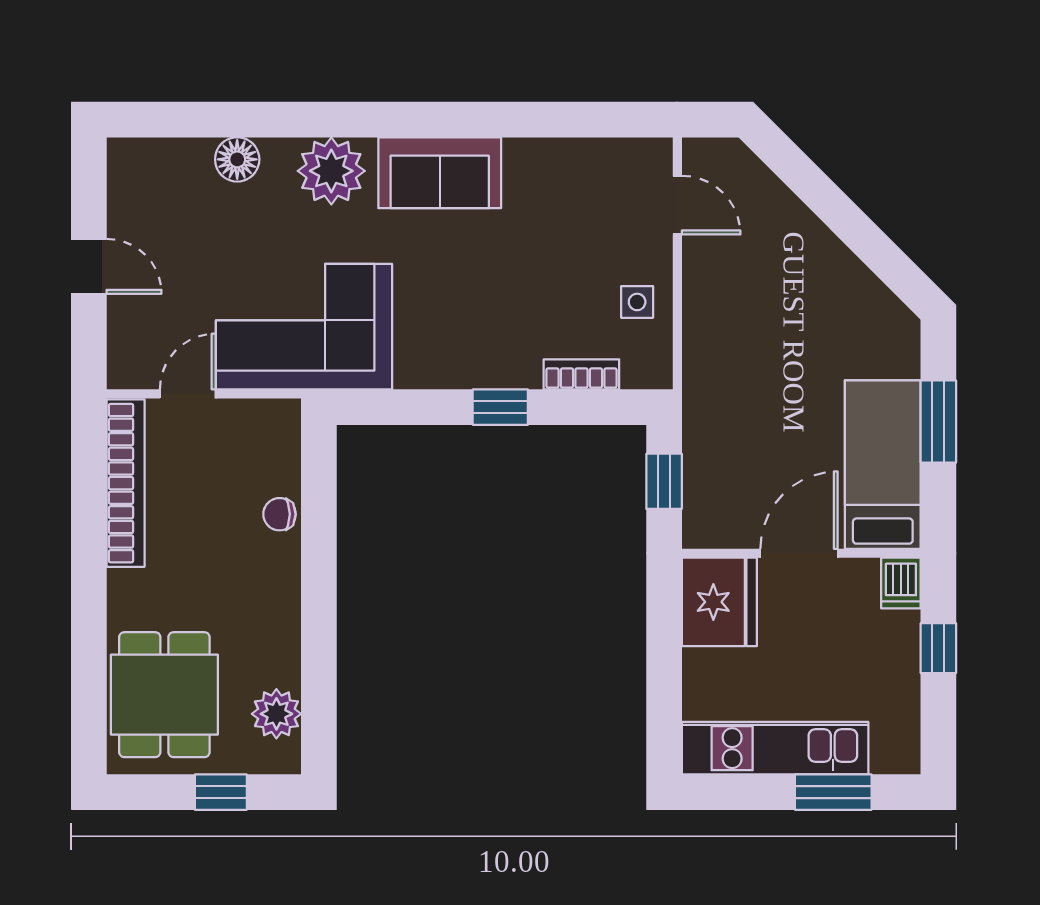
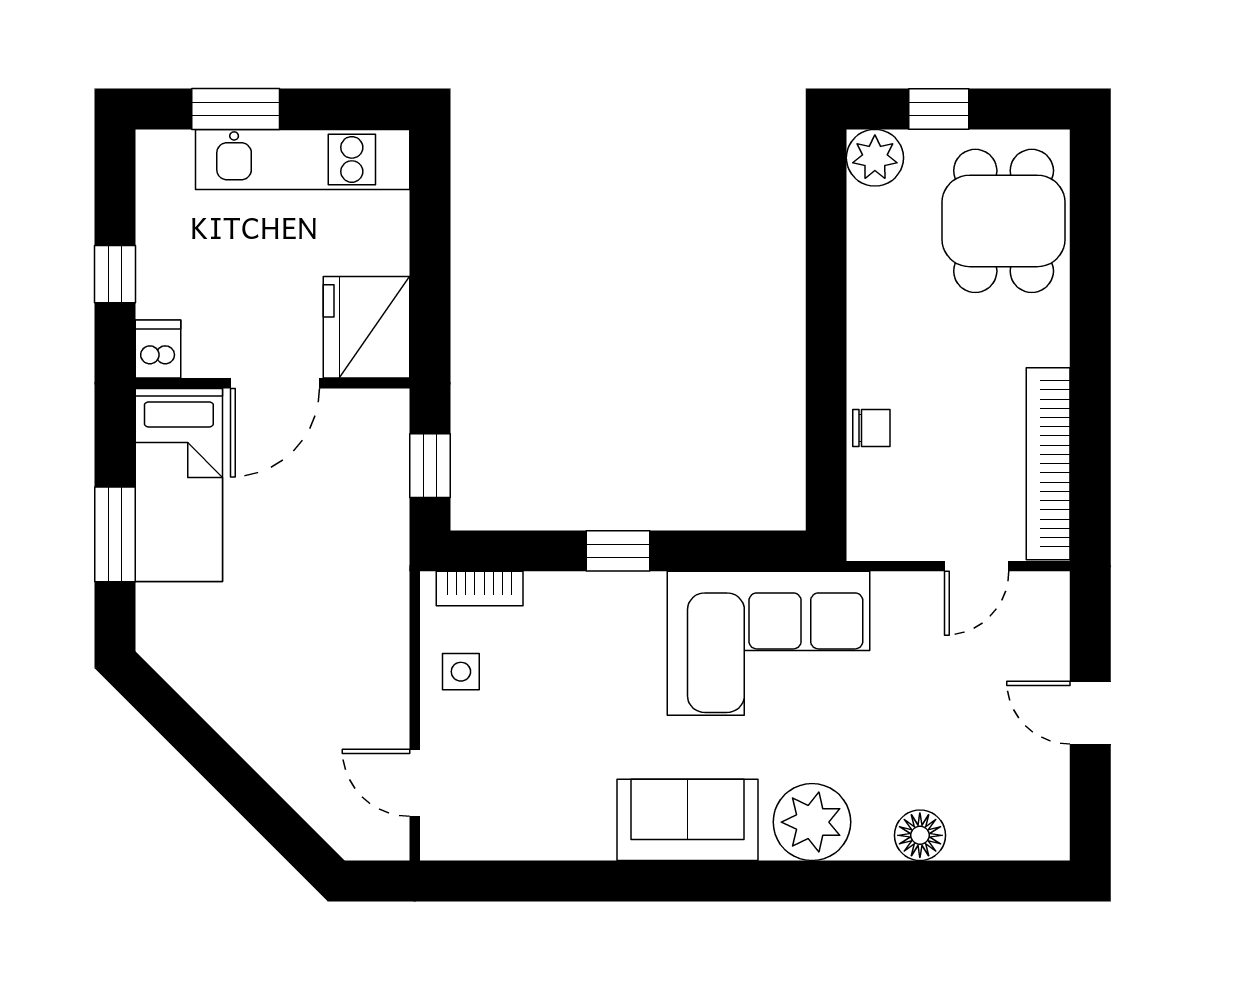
corner sofa: (304, 327) -> (768, 643), moved
bookcase: (581, 374) -> (480, 589), moved
plant: (276, 714) -> (875, 158), moved

